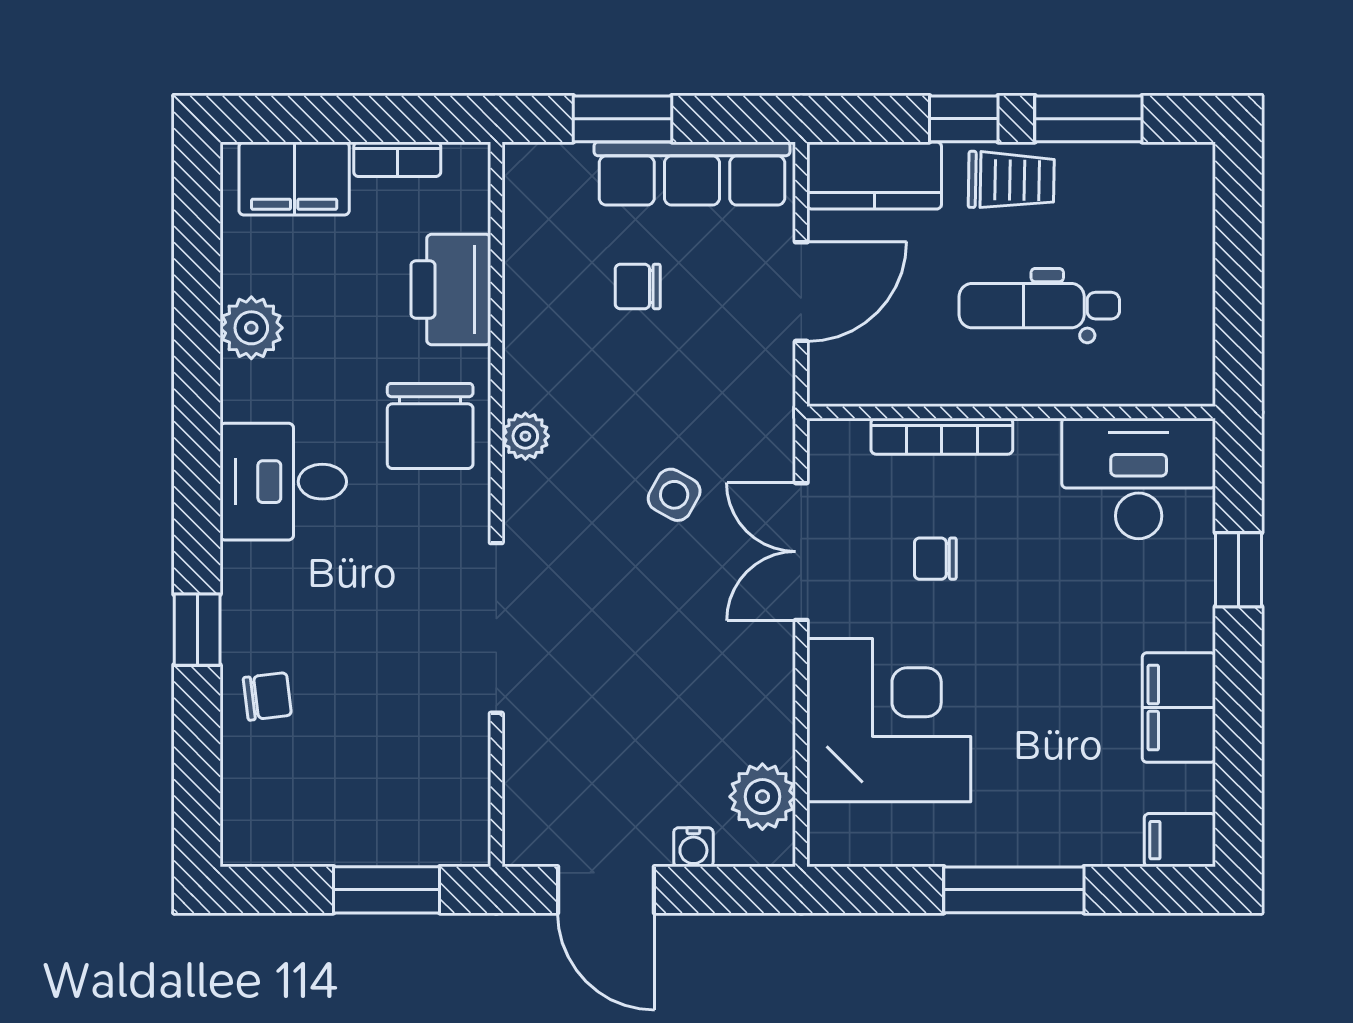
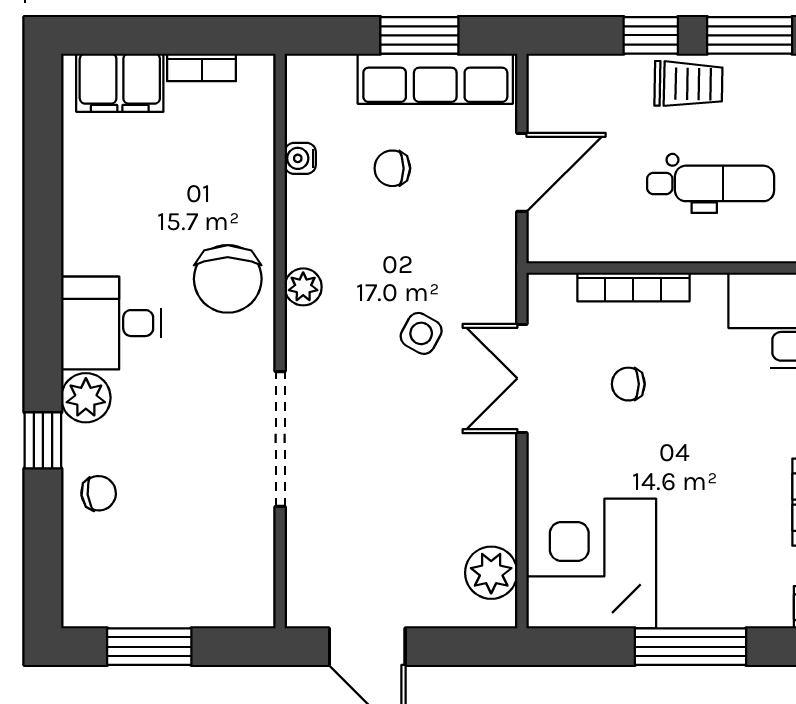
window: (623, 119) -> (419, 35), moved
kitchen counter: (874, 175) -> (580, 80), removed
printer: (451, 290) -> (244, 171), removed
dental chair: (1039, 306) -> (711, 183), turned 180
plant: (251, 328) -> (86, 398), moved
corner desk: (889, 720) -> (591, 564), moved, turned -90
water cooler: (693, 847) -> (300, 158), moved, turned 90
window: (387, 890) -> (149, 647), moved

